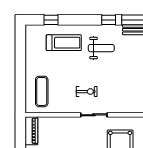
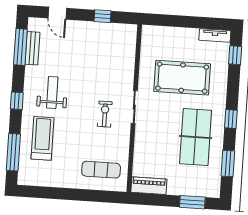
window: (51, 20) -> (13, 152), width x2.17
window: (109, 20) -> (17, 101), moved

